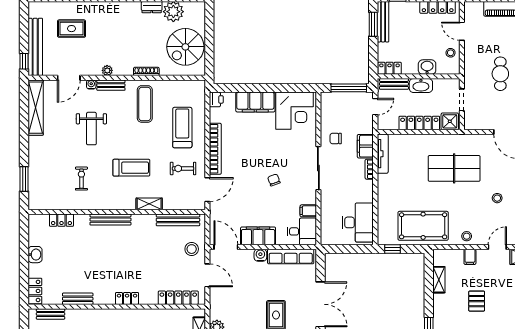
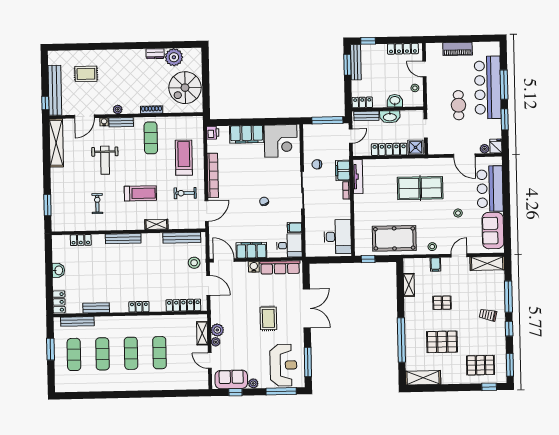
pallet: (477, 301) -> (442, 303), turned 90
bench: (51, 314) -> (77, 321), width x1.36

